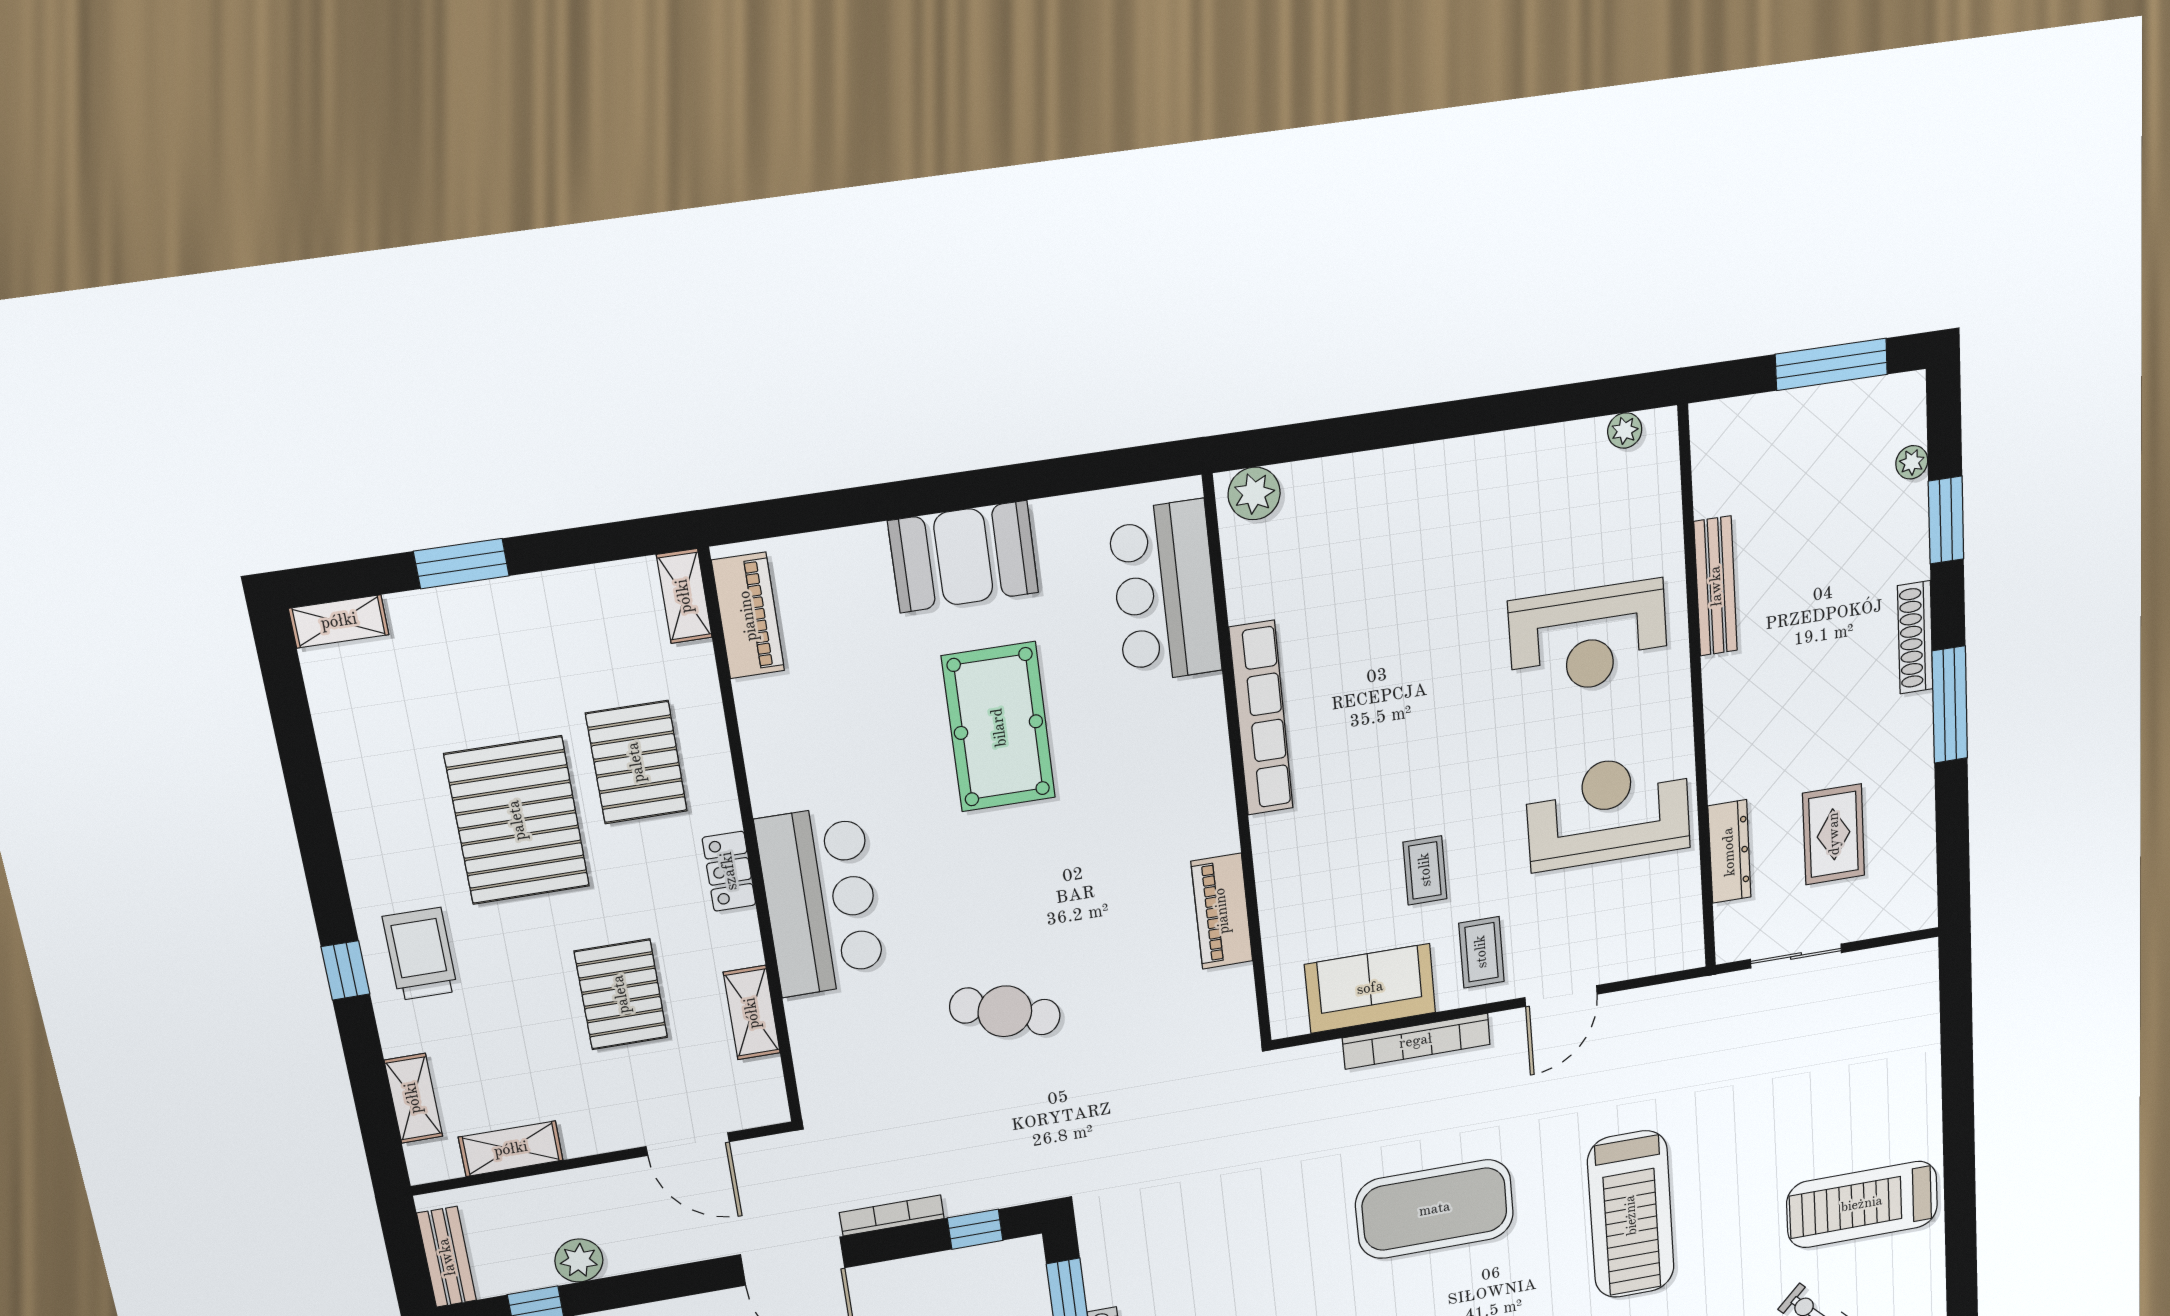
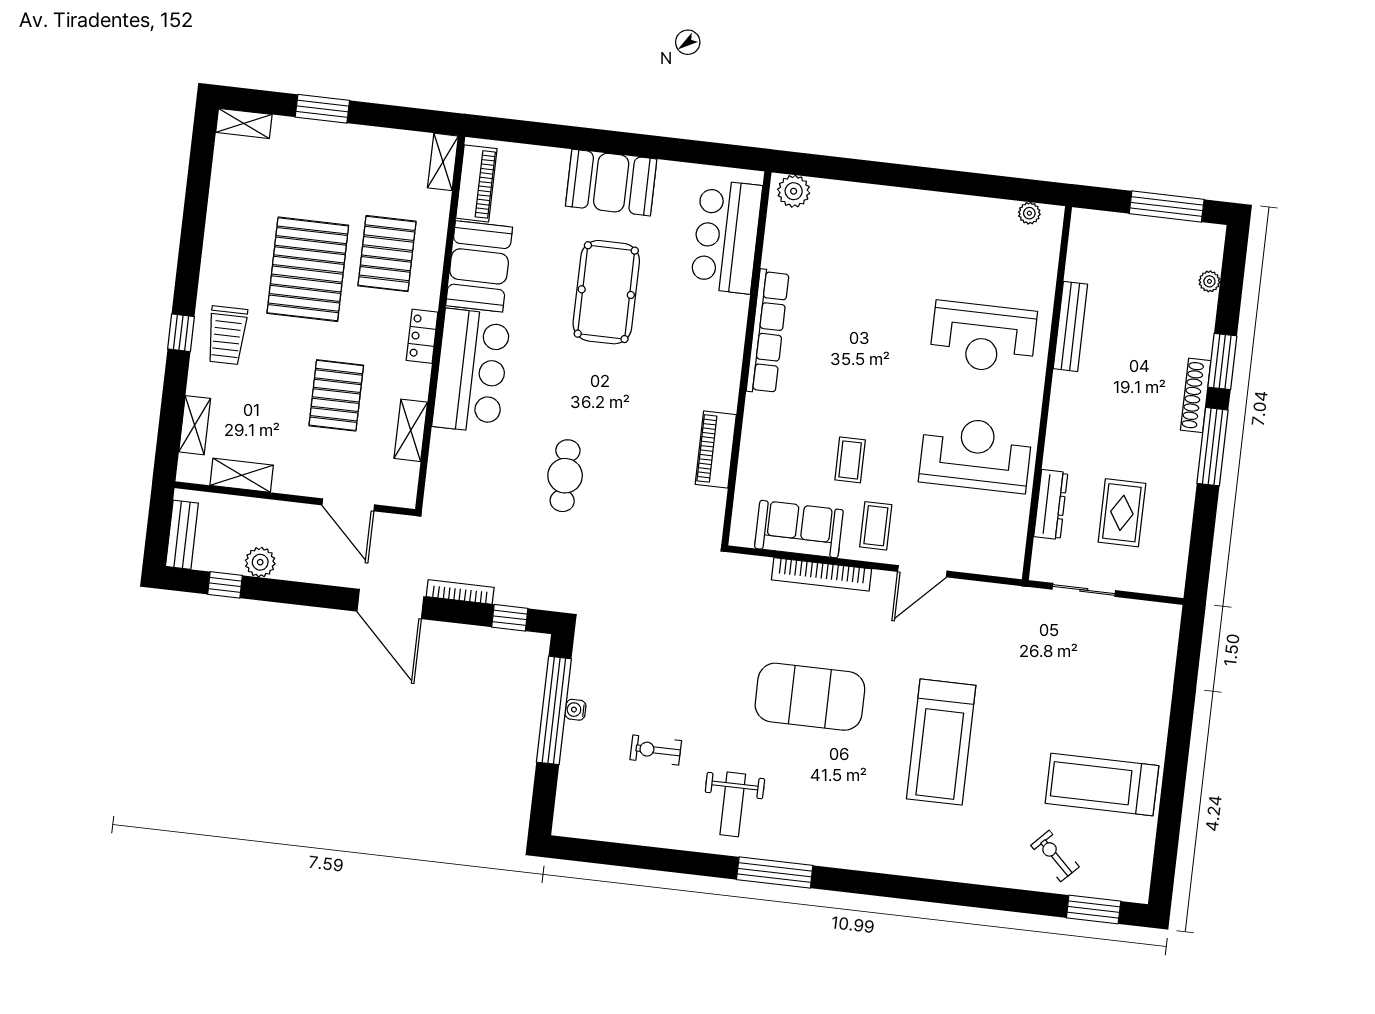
window: (1946, 520) -> (1222, 361), moved
booth: (789, 742) -> (479, 266), added
trolley: (420, 954) -> (227, 335), turned 180
cafe table: (1005, 1011) -> (565, 476), turned 71

